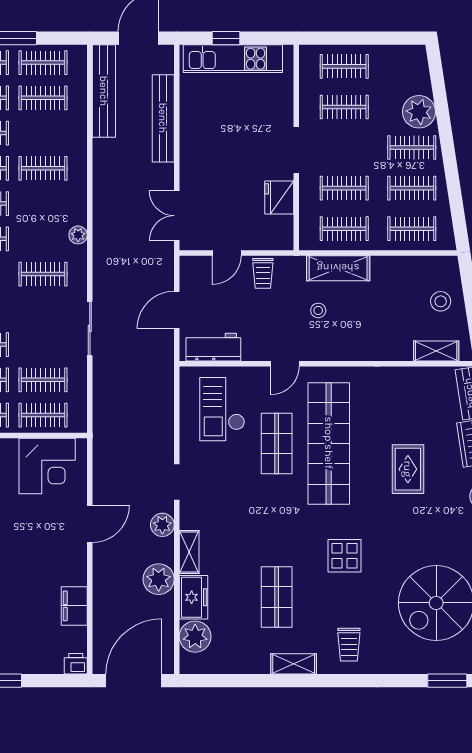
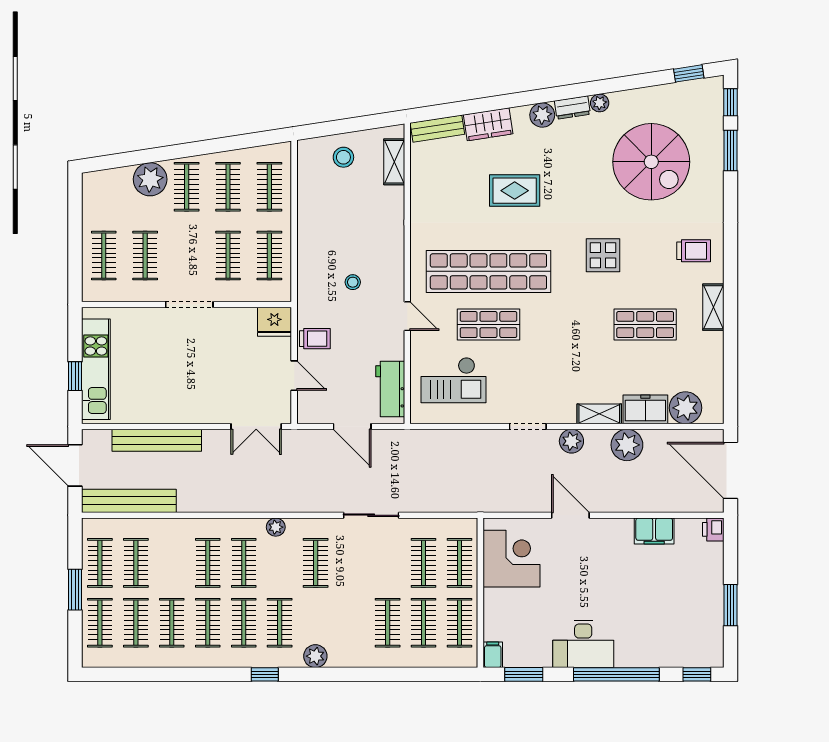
fridge: (279, 197) -> (274, 322), moved
clothes rail: (43, 204) -> (244, 563), added
shelving: (338, 268) -> (310, 262), removed

